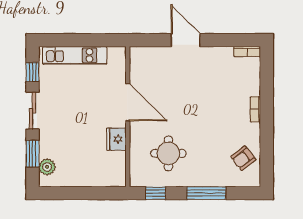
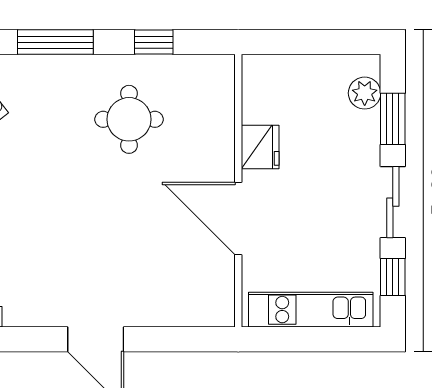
door: (128, 102) -> (238, 219), moved
wall: (128, 117) -> (238, 191), moved
fridge: (116, 139) -> (260, 147), moved

